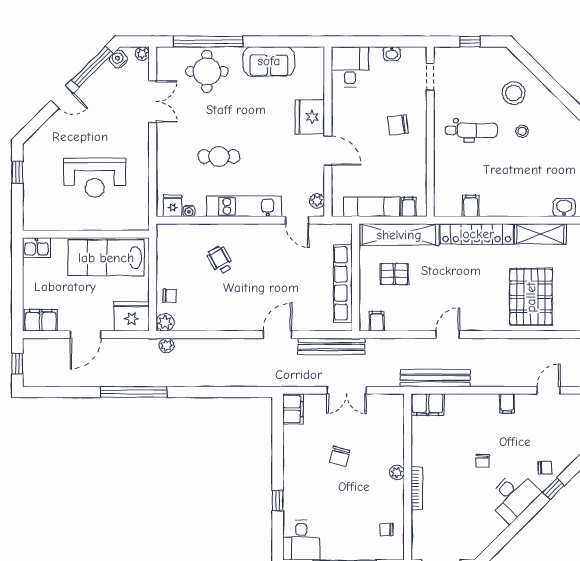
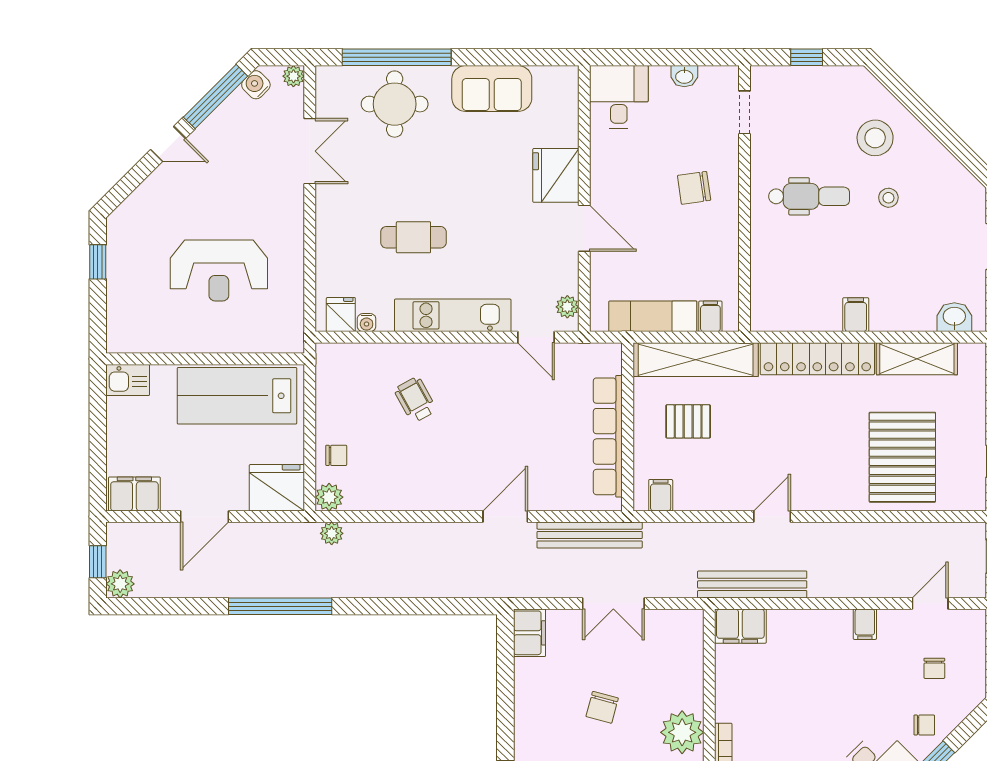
filing cabinet: (471, 206) -> (856, 315), moved
plant: (32, 378) -> (120, 584), added
chair: (483, 461) -> (934, 668), moved
plant: (397, 472) -> (682, 732), width x1.87, depth x1.87

